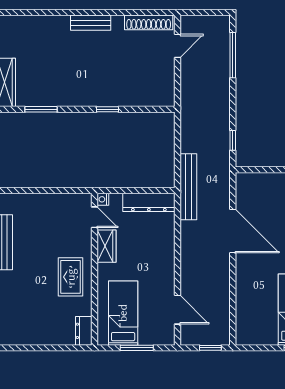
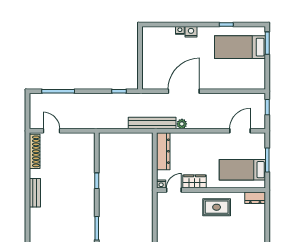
plant: (187, 228) -> (182, 124), added

